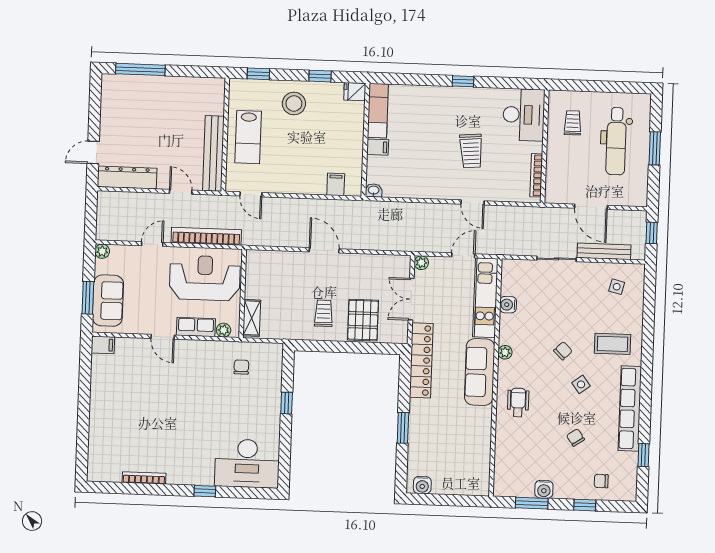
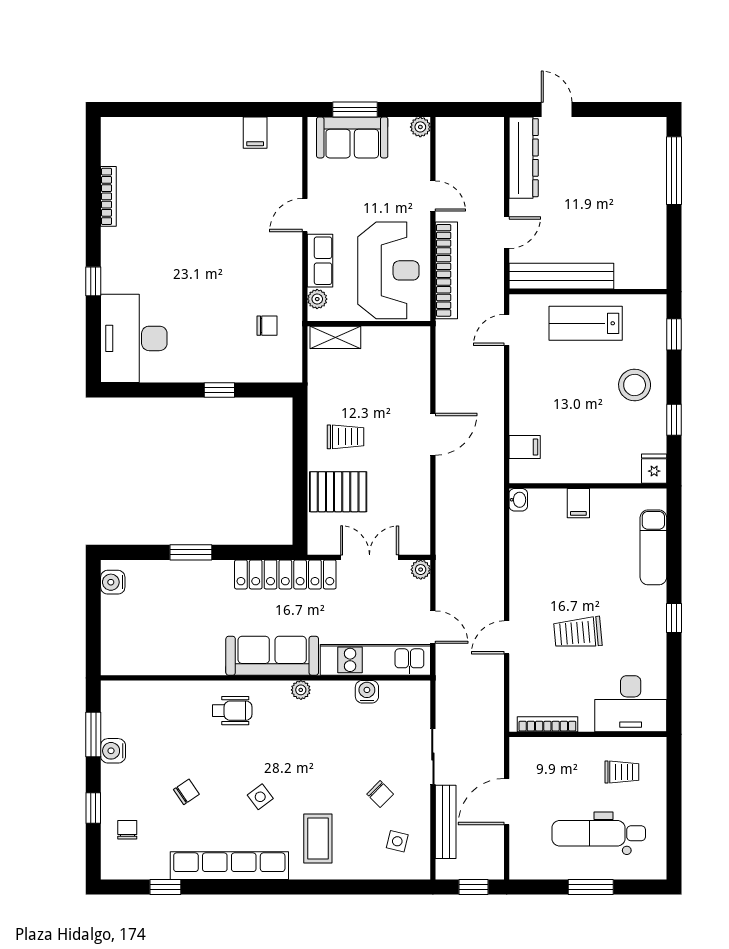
exam couch: (378, 111) -> (653, 547), moved, turned 90
filing cabinet: (103, 345) -> (255, 133), moved
chair: (563, 351) -> (380, 794), moved

